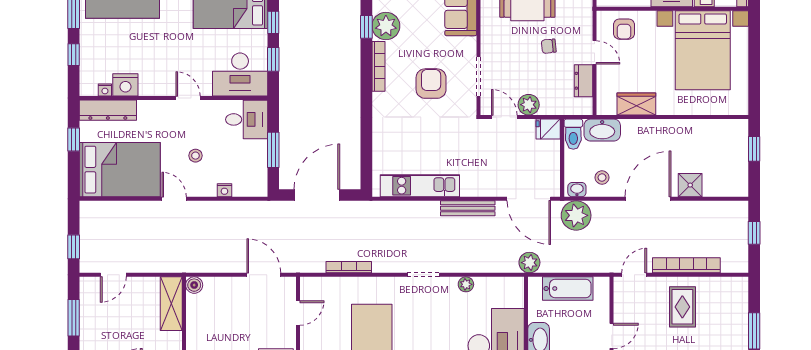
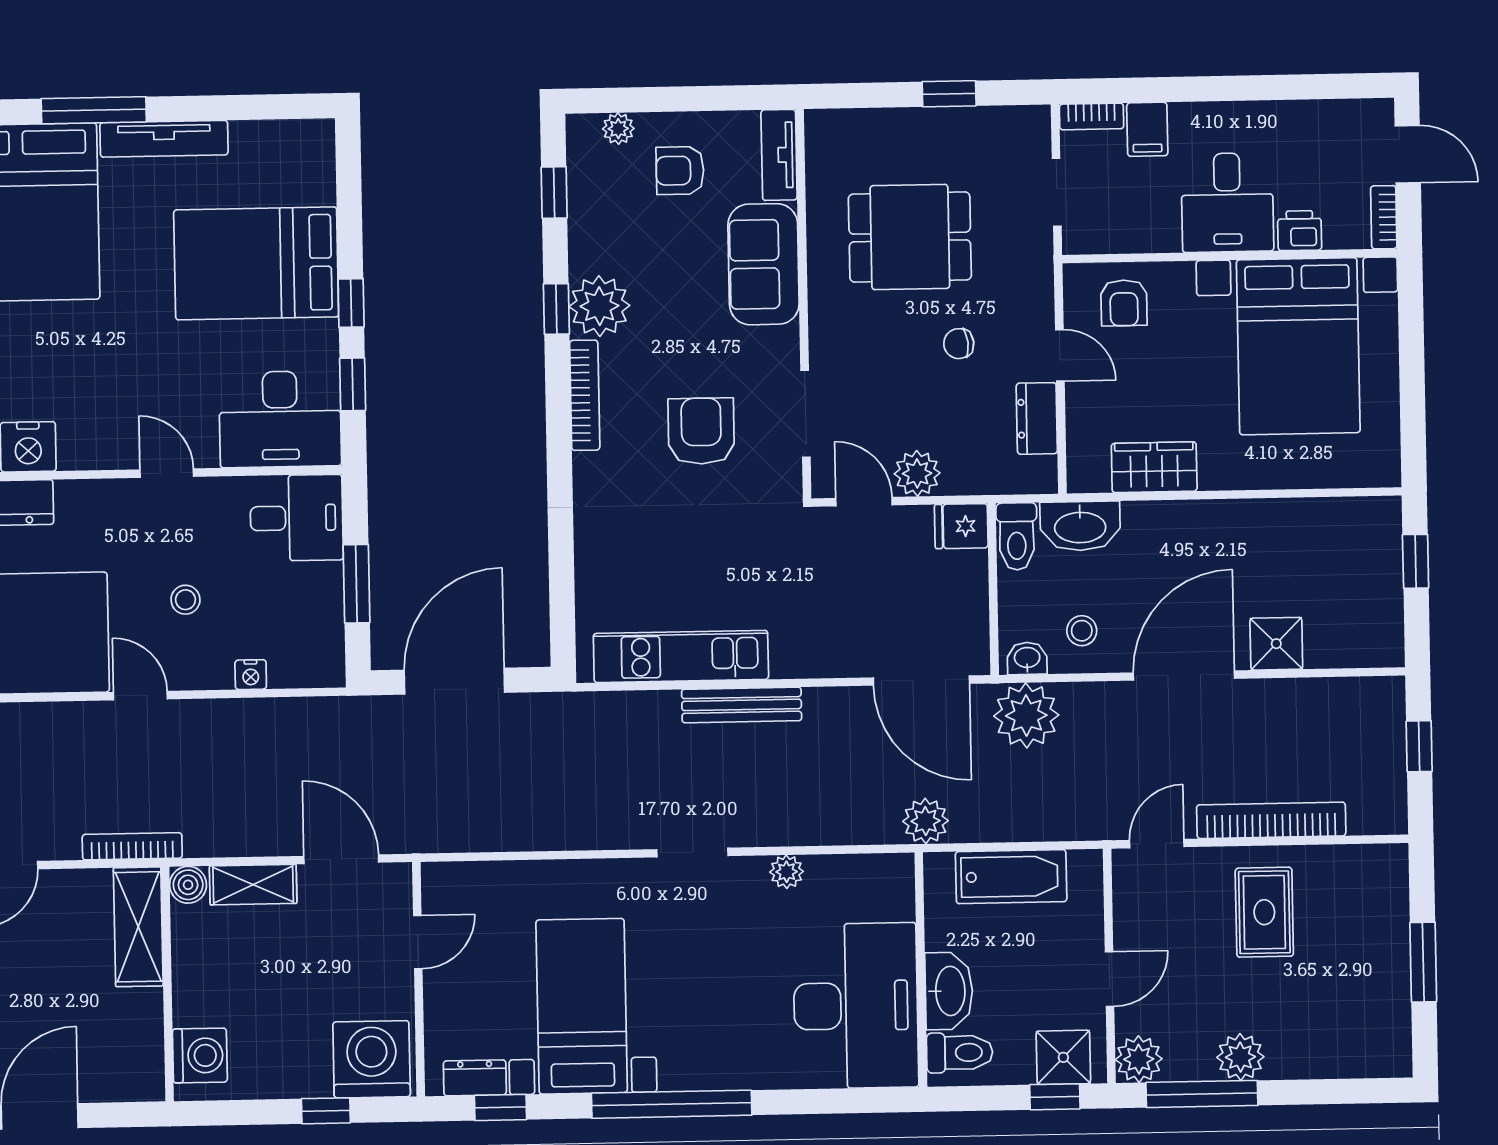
bench: (468, 208) -> (742, 705), moved
bookcase: (349, 267) -> (132, 846), moved
shelving: (224, 286) -> (253, 885), added

